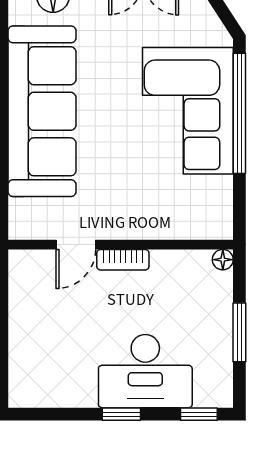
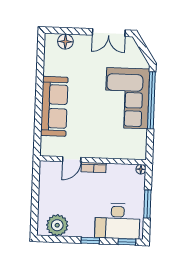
sofa: (42, 111) -> (54, 106), width x0.74, depth x0.79
desk: (145, 371) -> (117, 221), moved
plant: (51, 385) -> (57, 225), added

